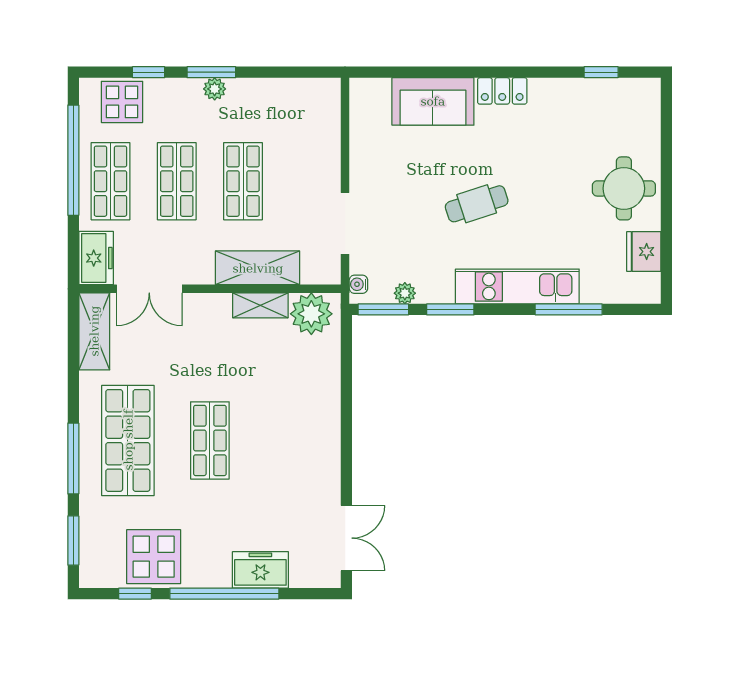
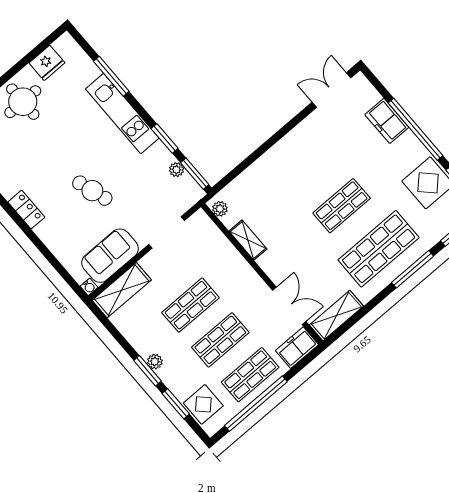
window: (149, 72) -> (176, 404), width x1.50
sofa: (433, 101) -> (110, 256), moved, turned -90
cafe table: (477, 204) -> (92, 191), moved
shelving: (258, 268) -> (122, 290), moved, turned 90
water cooler: (358, 284) -> (89, 287), moved
plant: (311, 314) -> (220, 209), width x0.53, depth x0.53

